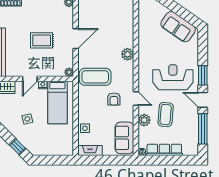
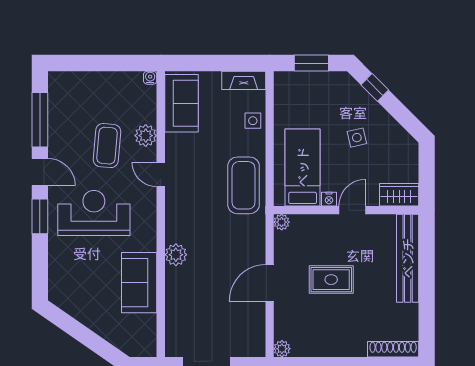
sofa: (178, 27) -> (139, 283), moved, turned -125
coffee table: (95, 77) -> (244, 185), moved, turned 90
reception desk: (173, 77) -> (94, 213), turned 180
armchair: (114, 99) -> (200, 174), removed
row of seats: (164, 150) -> (109, 82), removed
window: (52, 160) -> (311, 63), added

